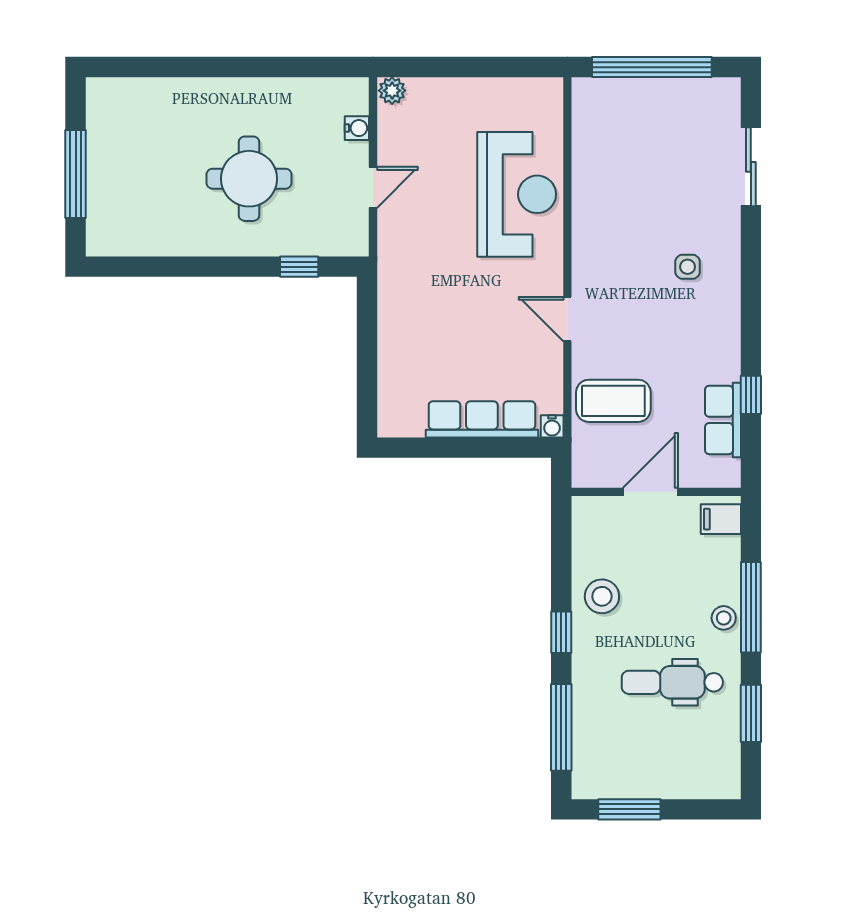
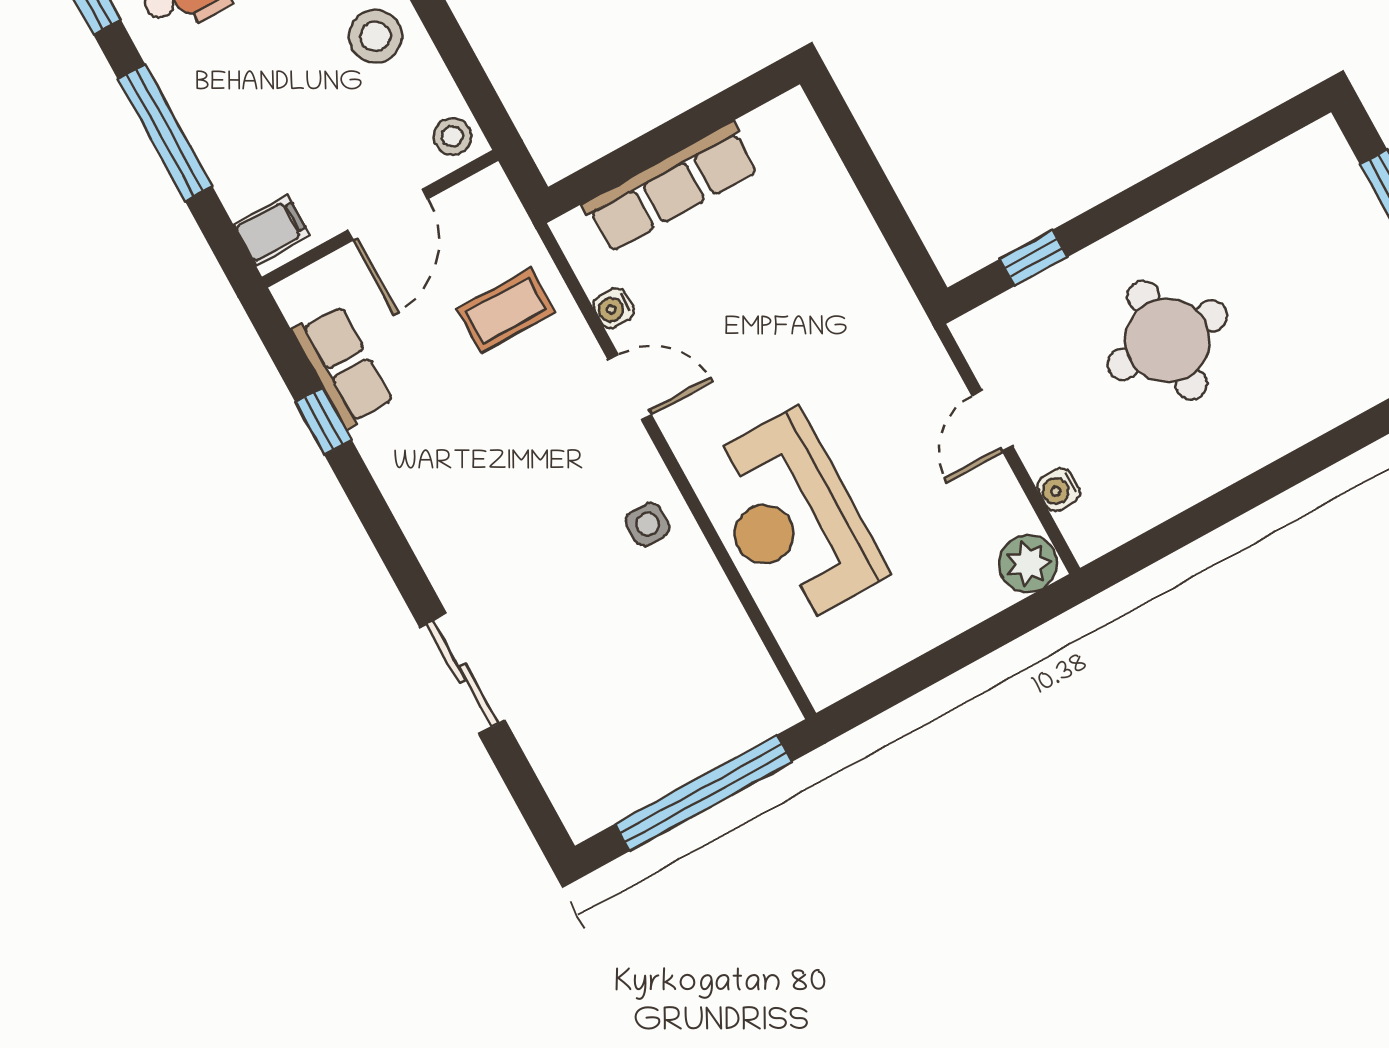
plant: (392, 91) -> (1028, 564), width x1.38, depth x1.38
sliding door: (751, 167) -> (462, 674), moved
side table: (688, 267) -> (648, 524), moved
coffee table: (613, 401) -> (506, 310), width x0.73, depth x0.77
water cooler: (552, 426) -> (613, 308), moved, turned -90
stool: (724, 618) -> (452, 136), moved

